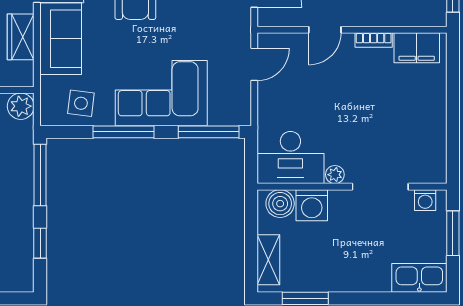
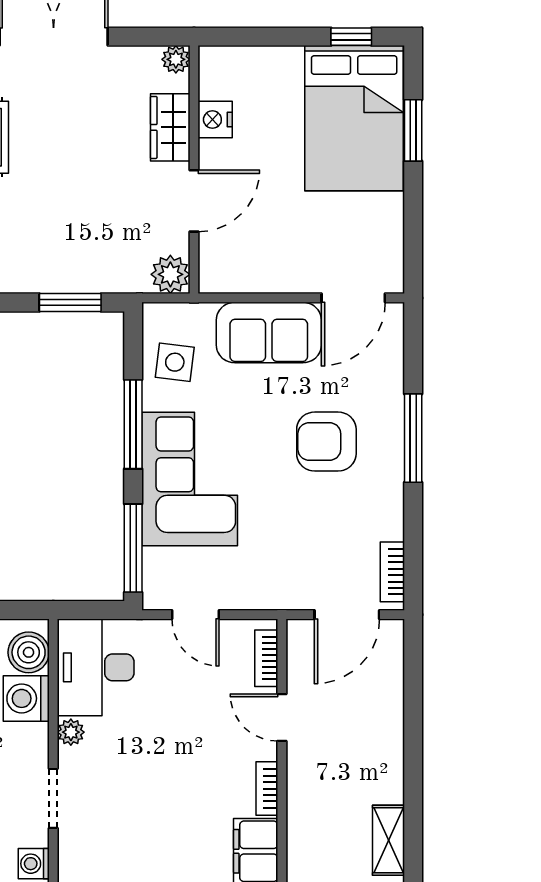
wardrobe: (21, 37) -> (272, 274), removed
bookcase: (284, 40) -> (266, 658), added
door: (254, 64) -> (195, 615), moved
window: (40, 175) -> (70, 303), width x0.69
doorway: (380, 187) -> (53, 798), width x0.73

